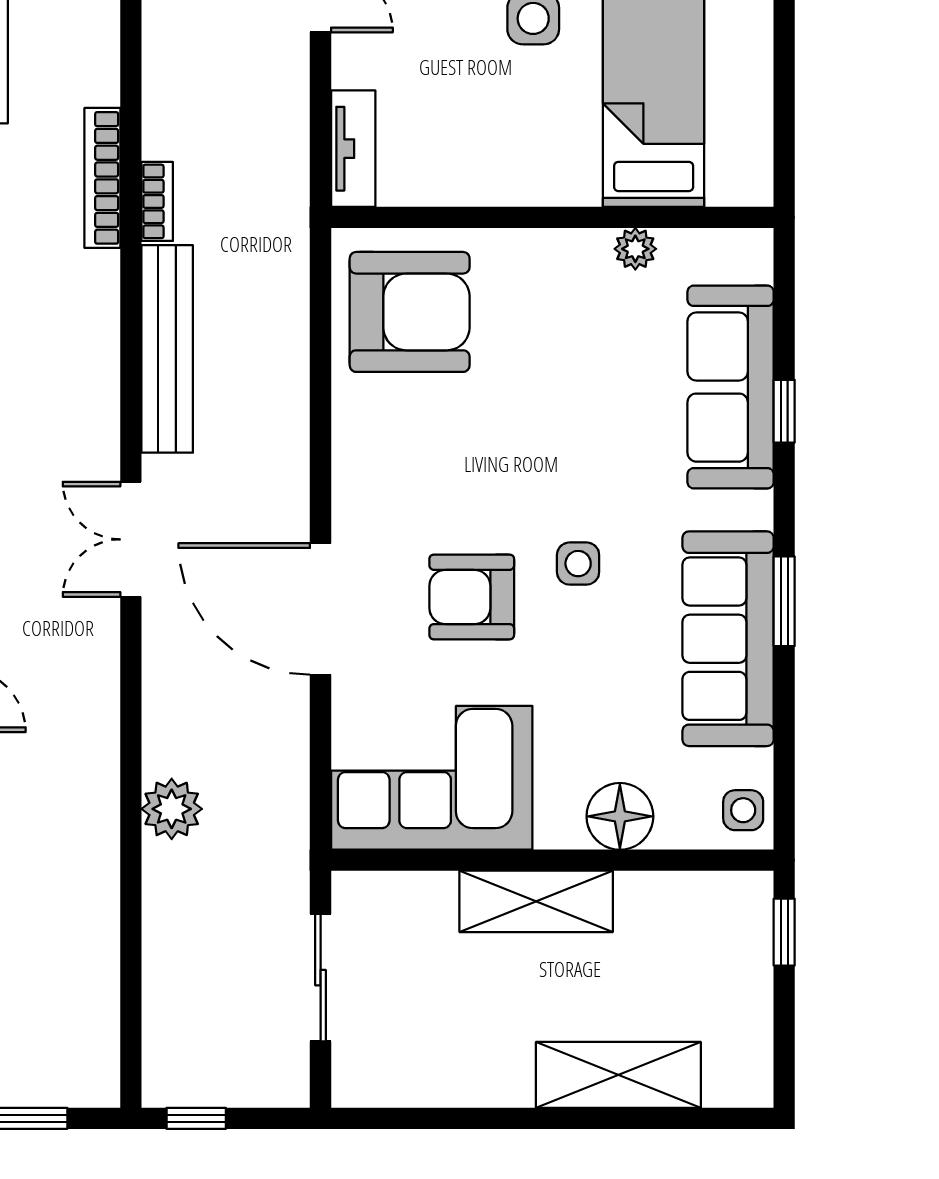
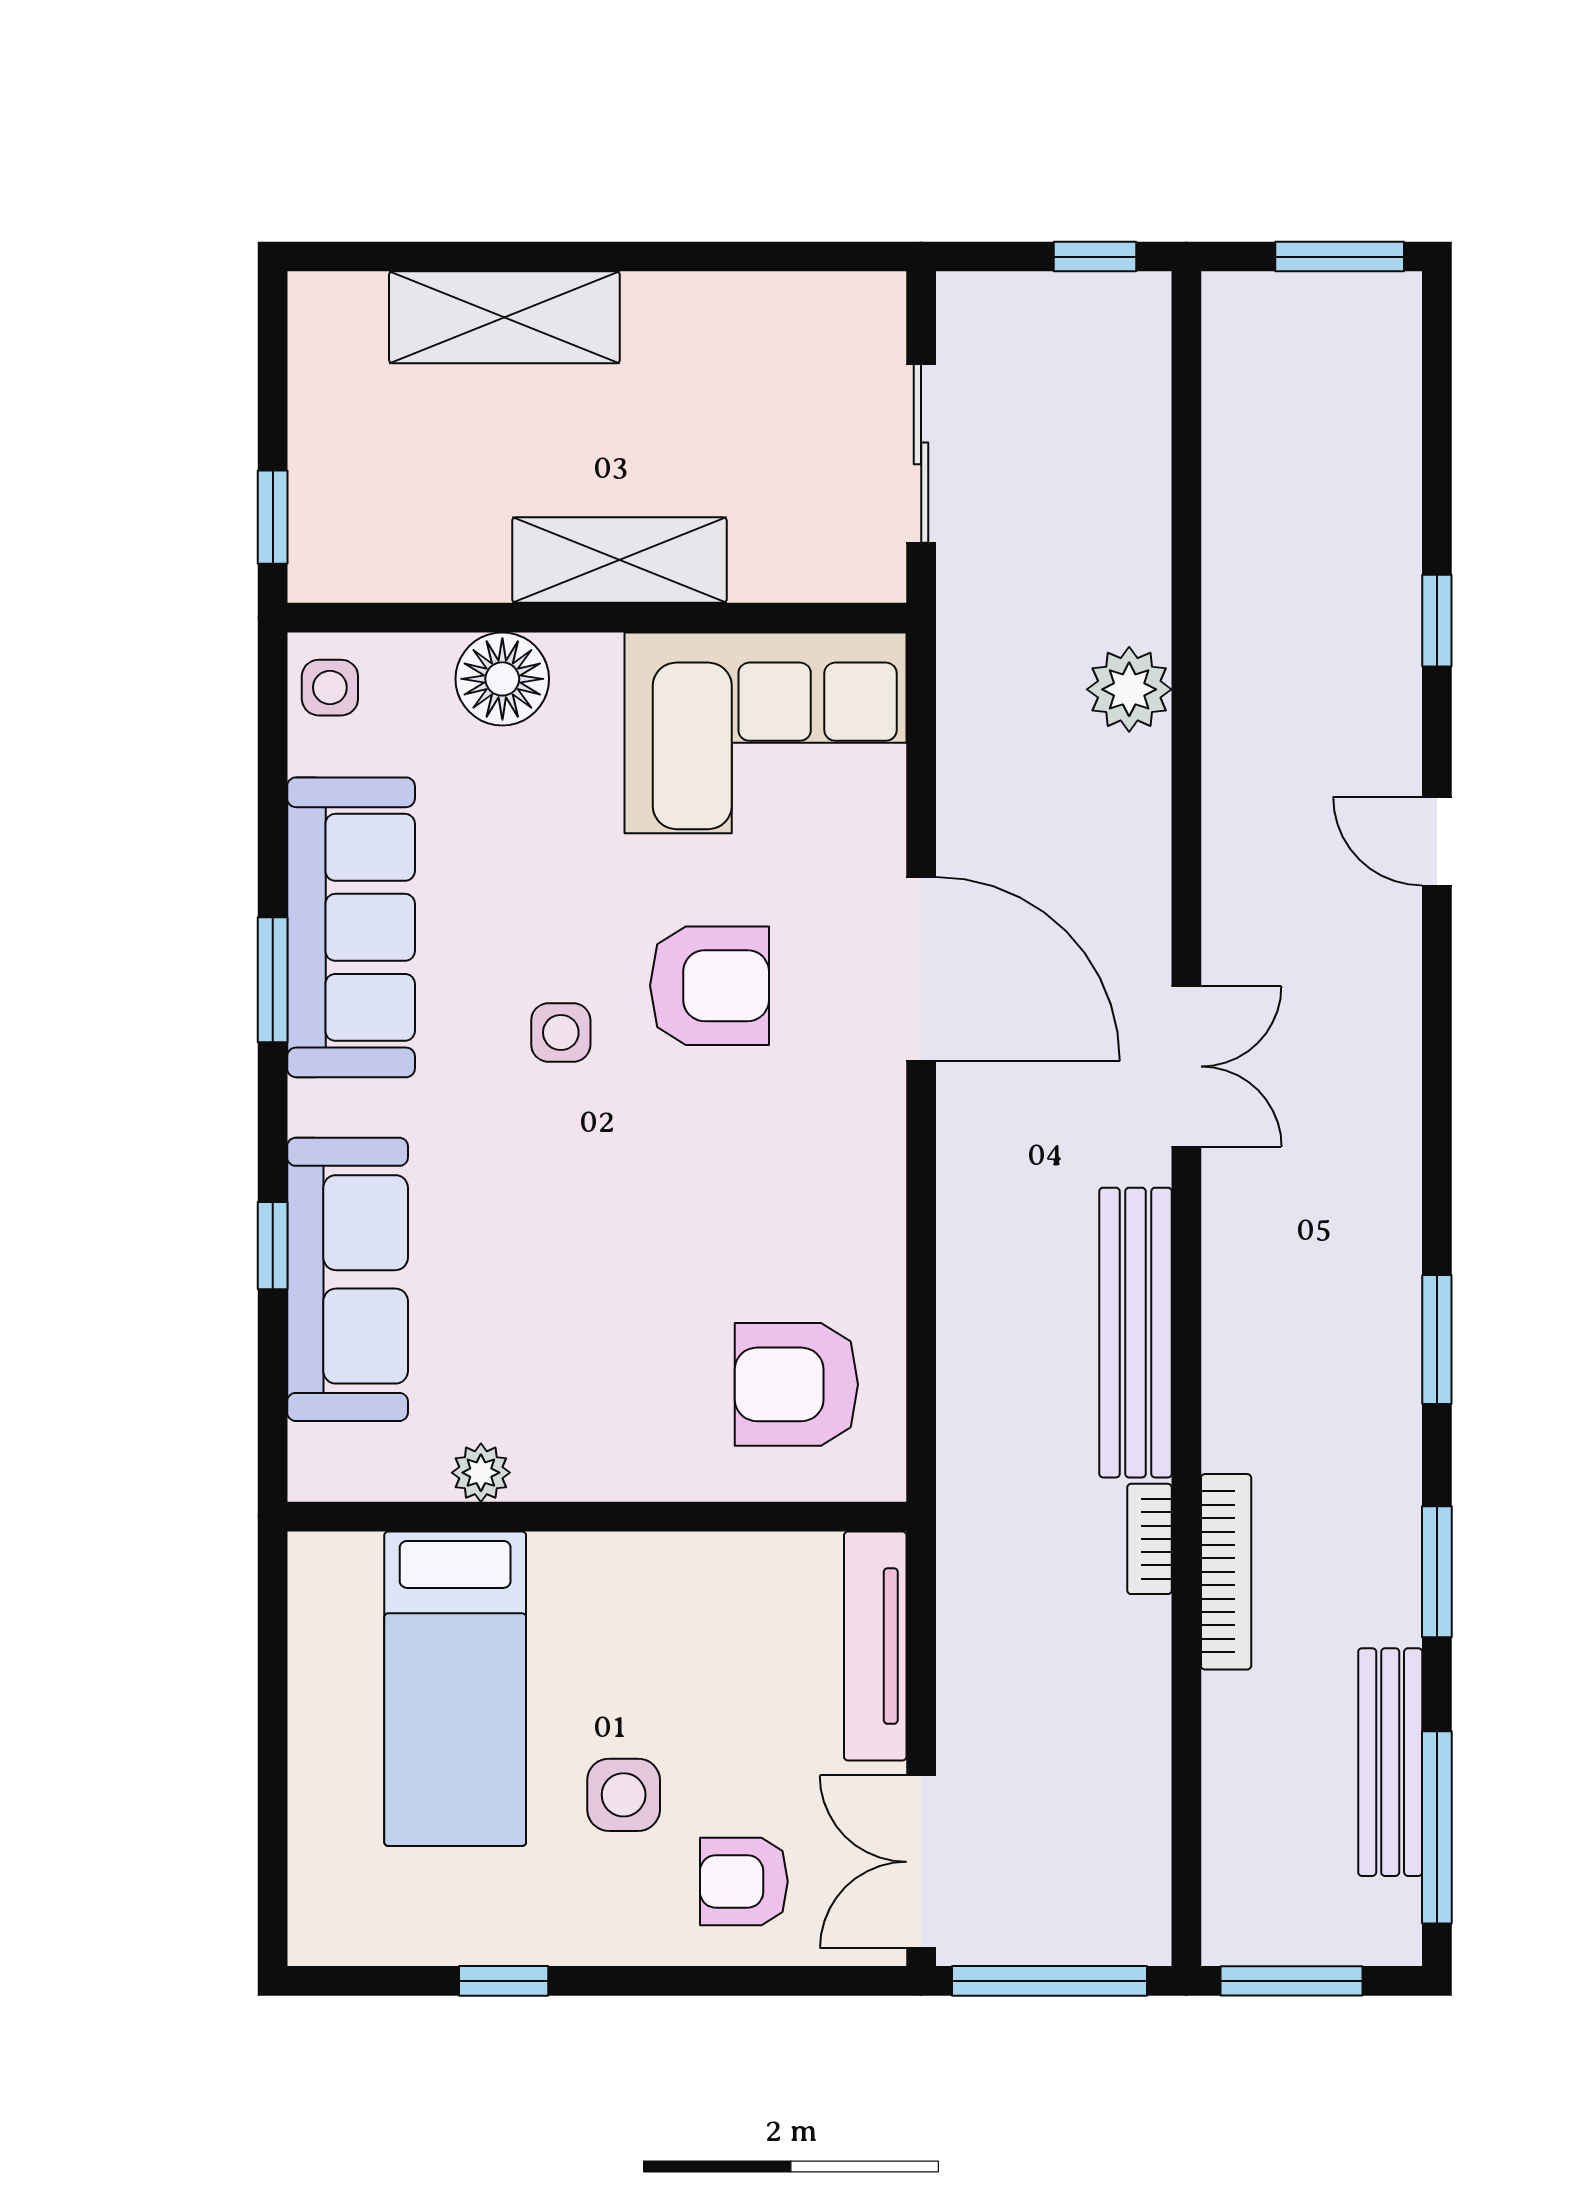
tv unit: (353, 149) -> (875, 1646), width x1.41
armchair: (410, 312) -> (796, 1384), width x0.73, depth x0.73

